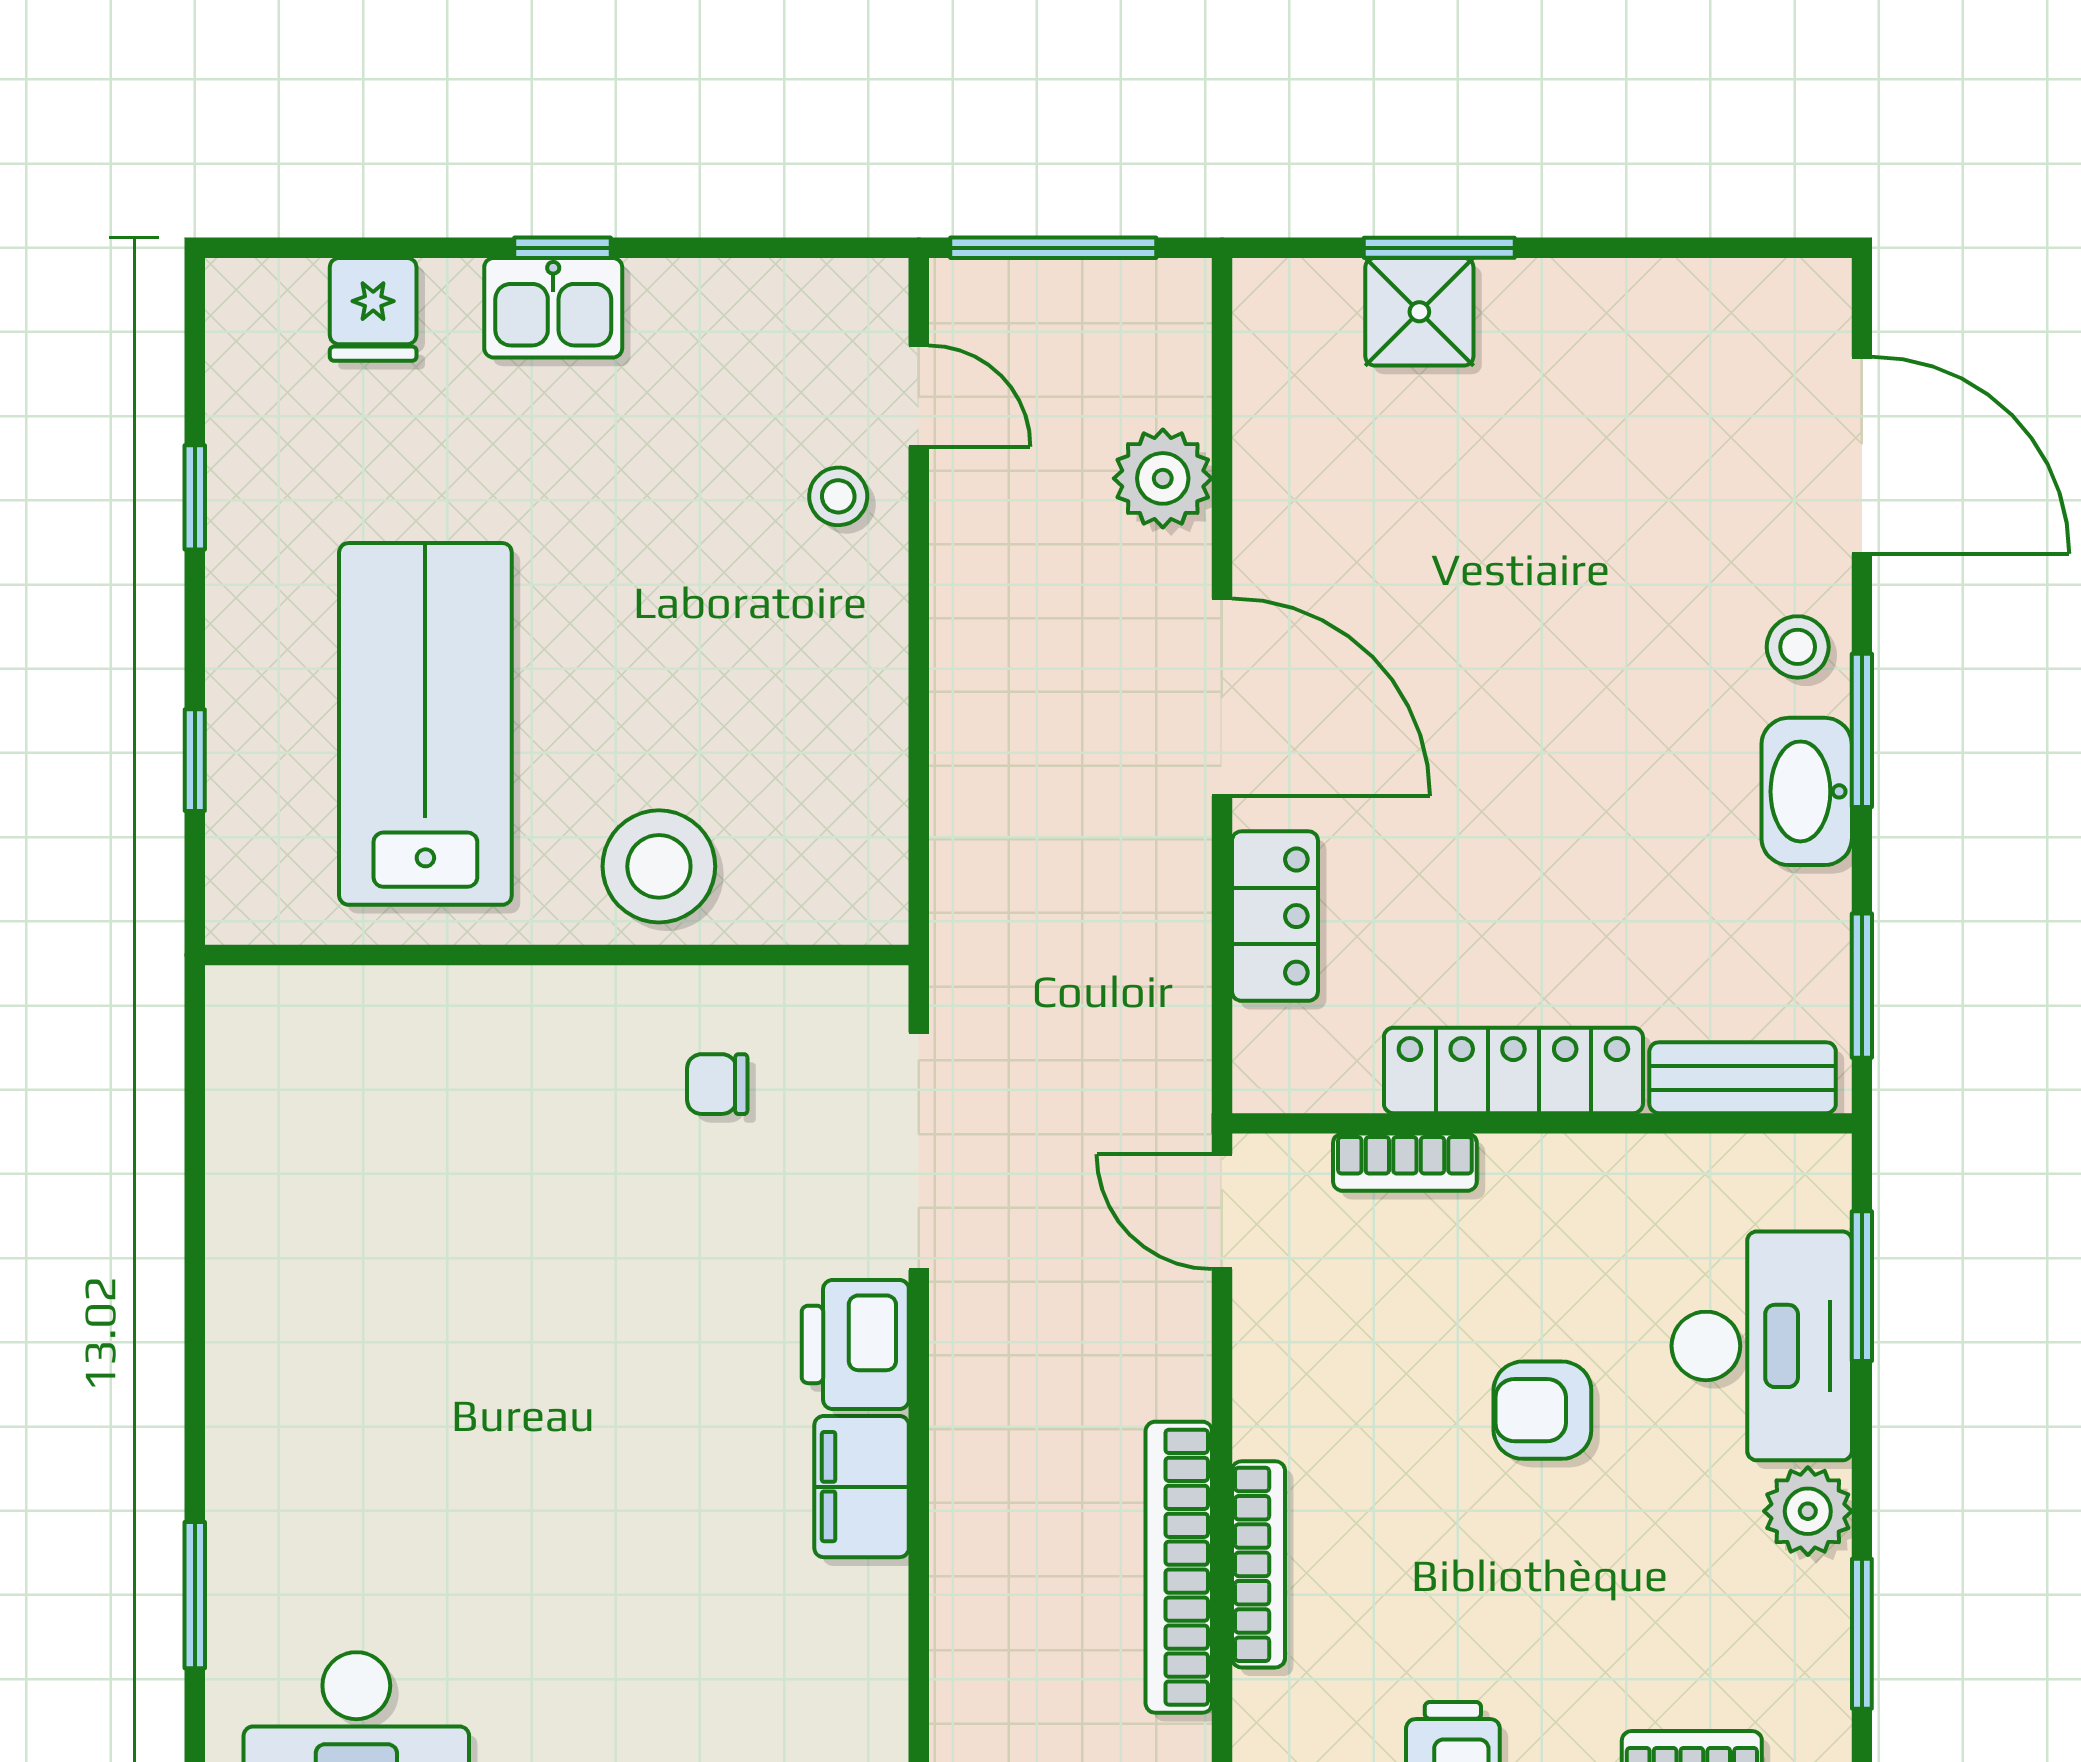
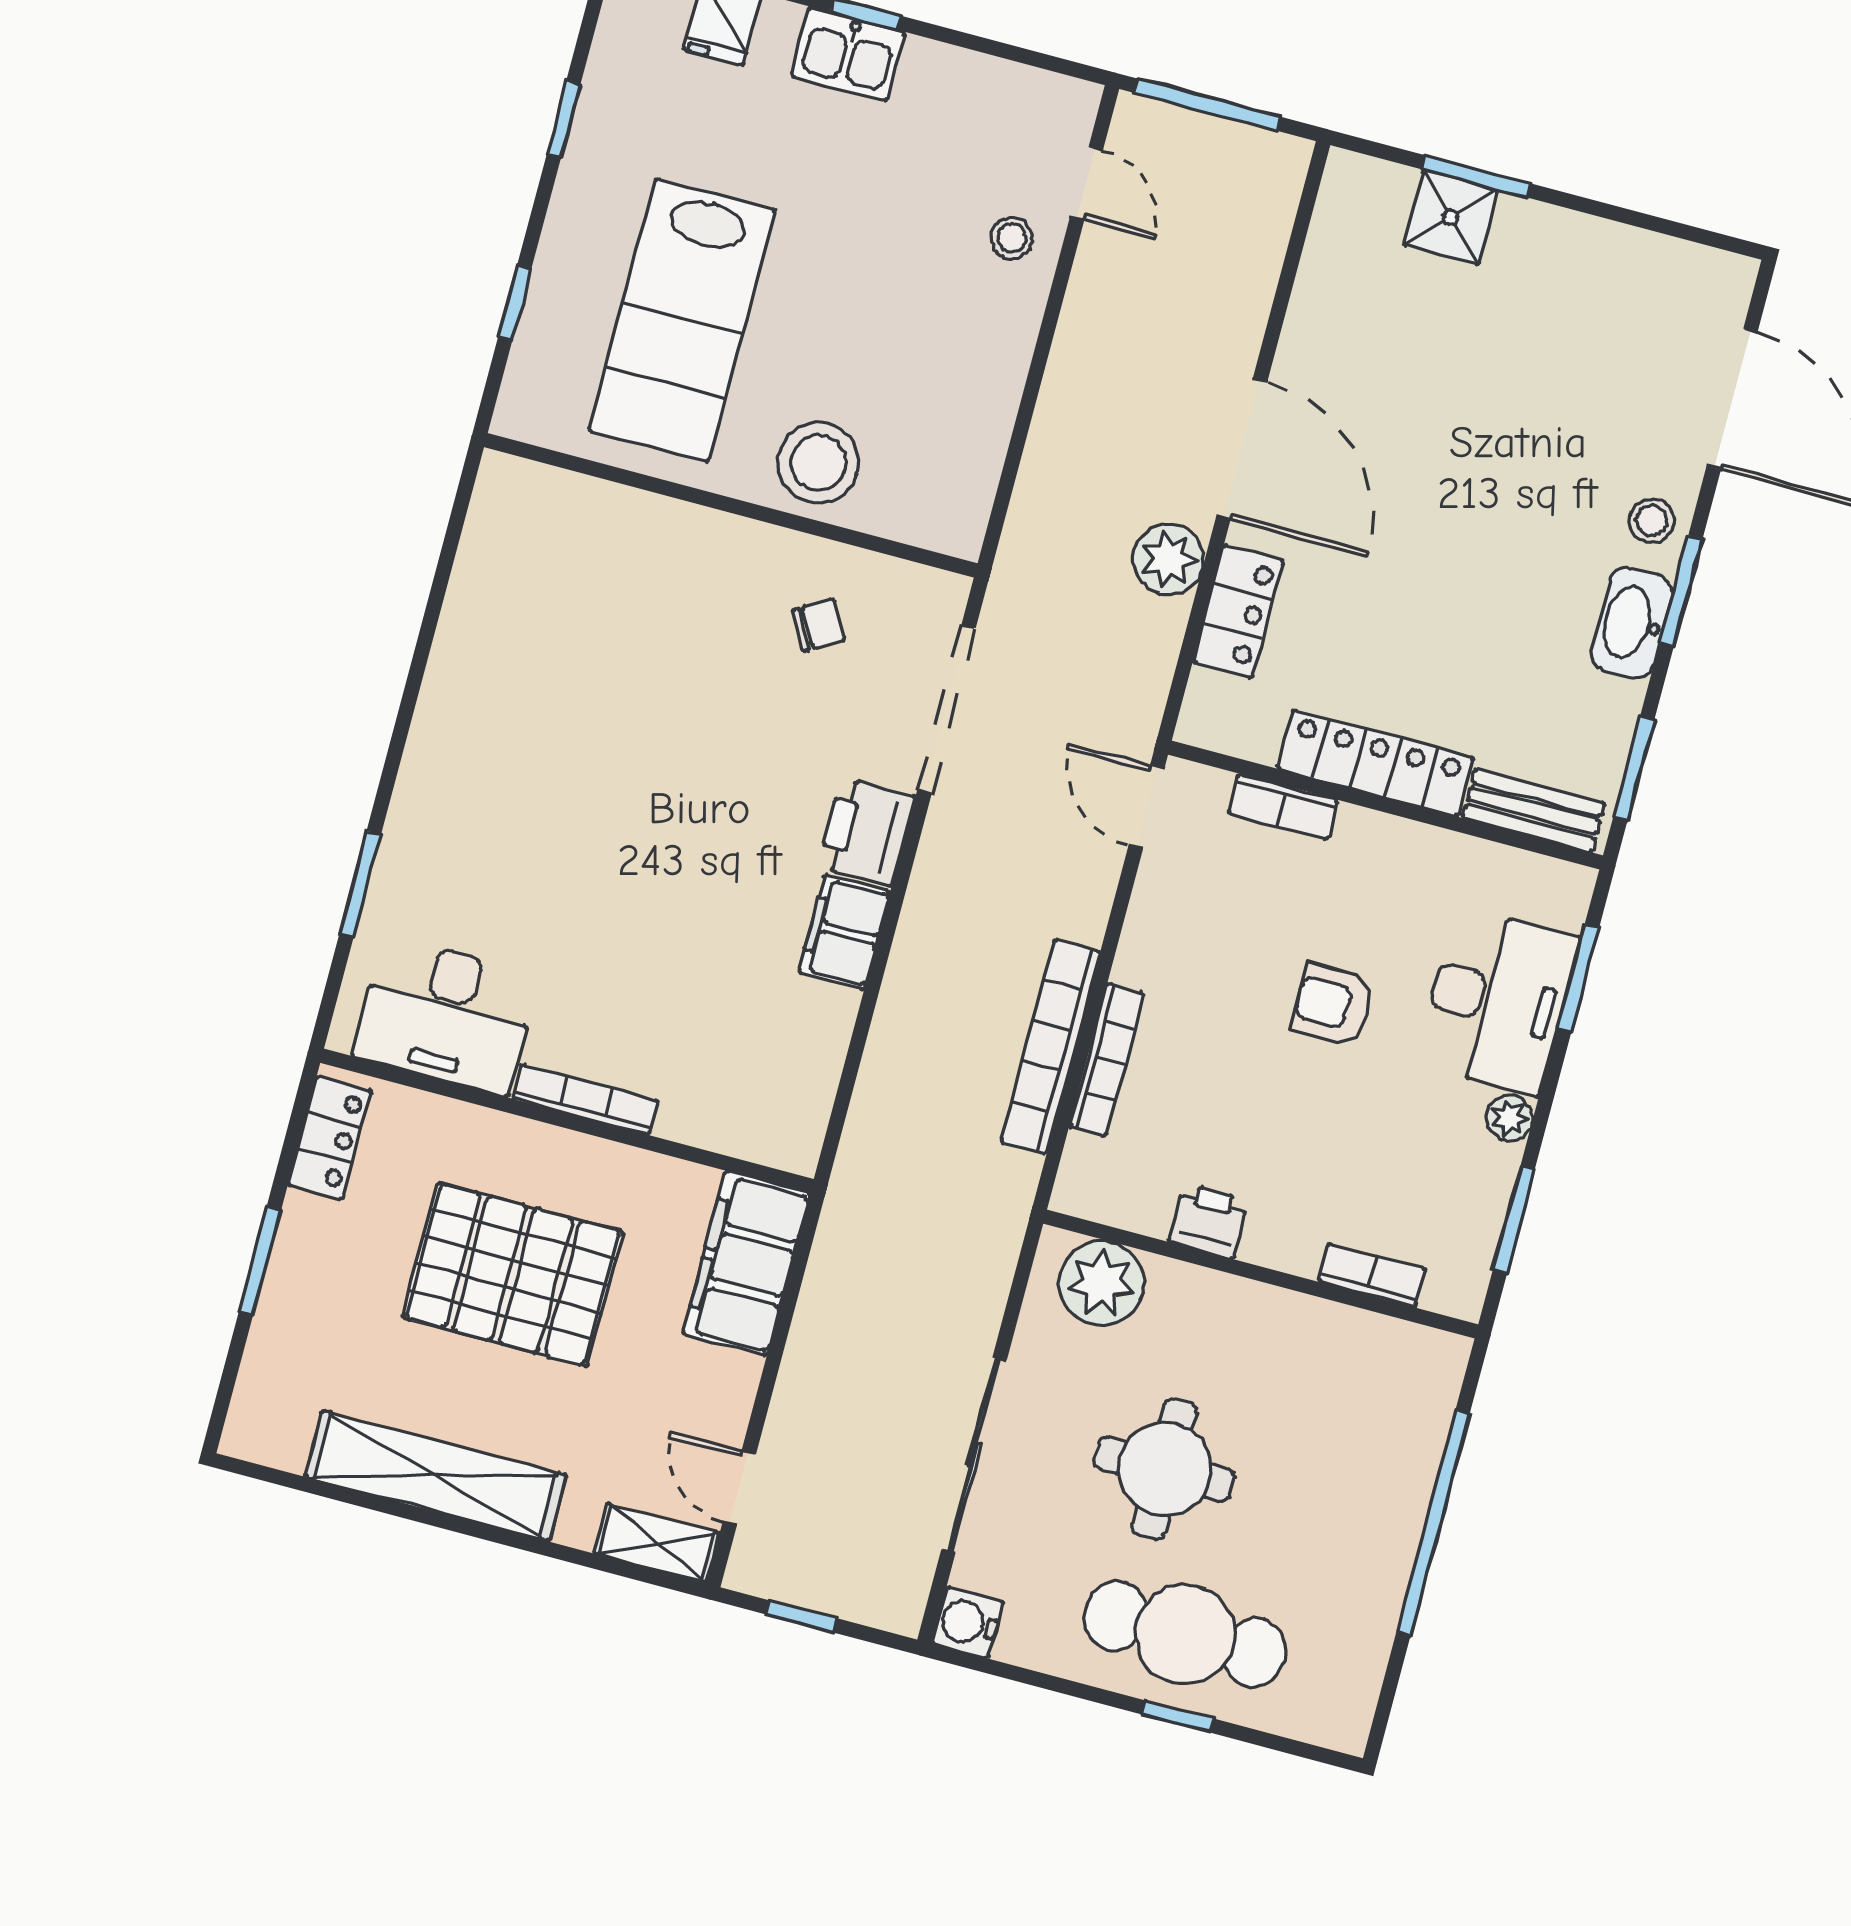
plant: (1163, 478) -> (1168, 559), moved
lab bench: (425, 724) -> (682, 320), turned 180
chair: (717, 1084) -> (819, 625), turned 150
plant: (1808, 1511) -> (1509, 1118), width x0.73, depth x0.73

